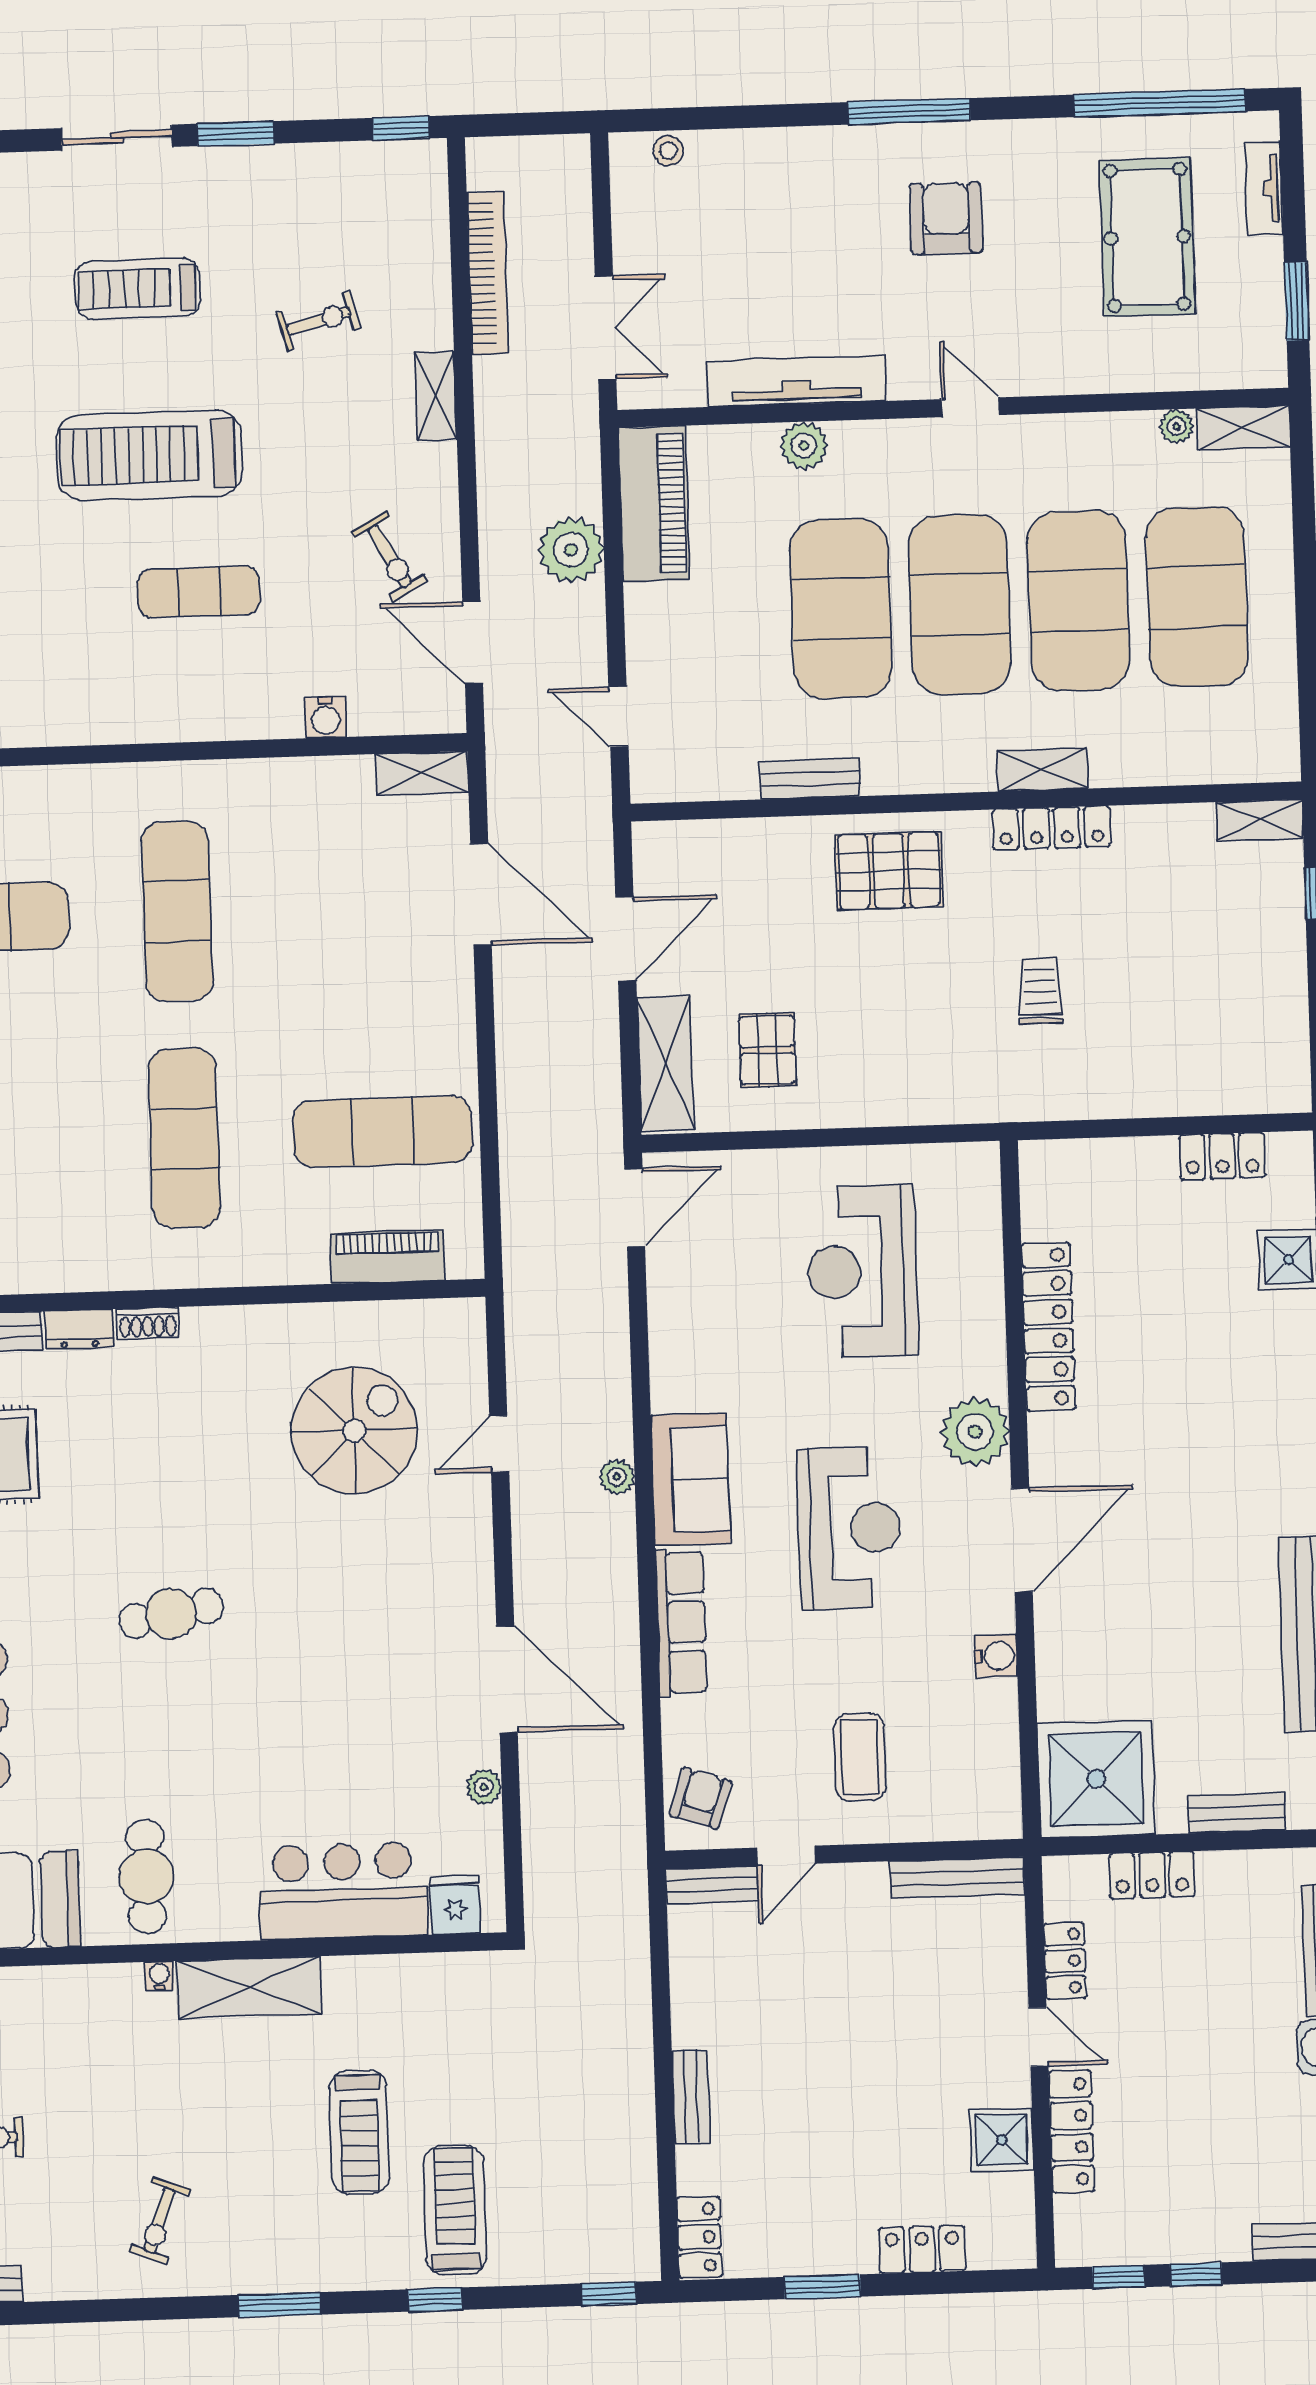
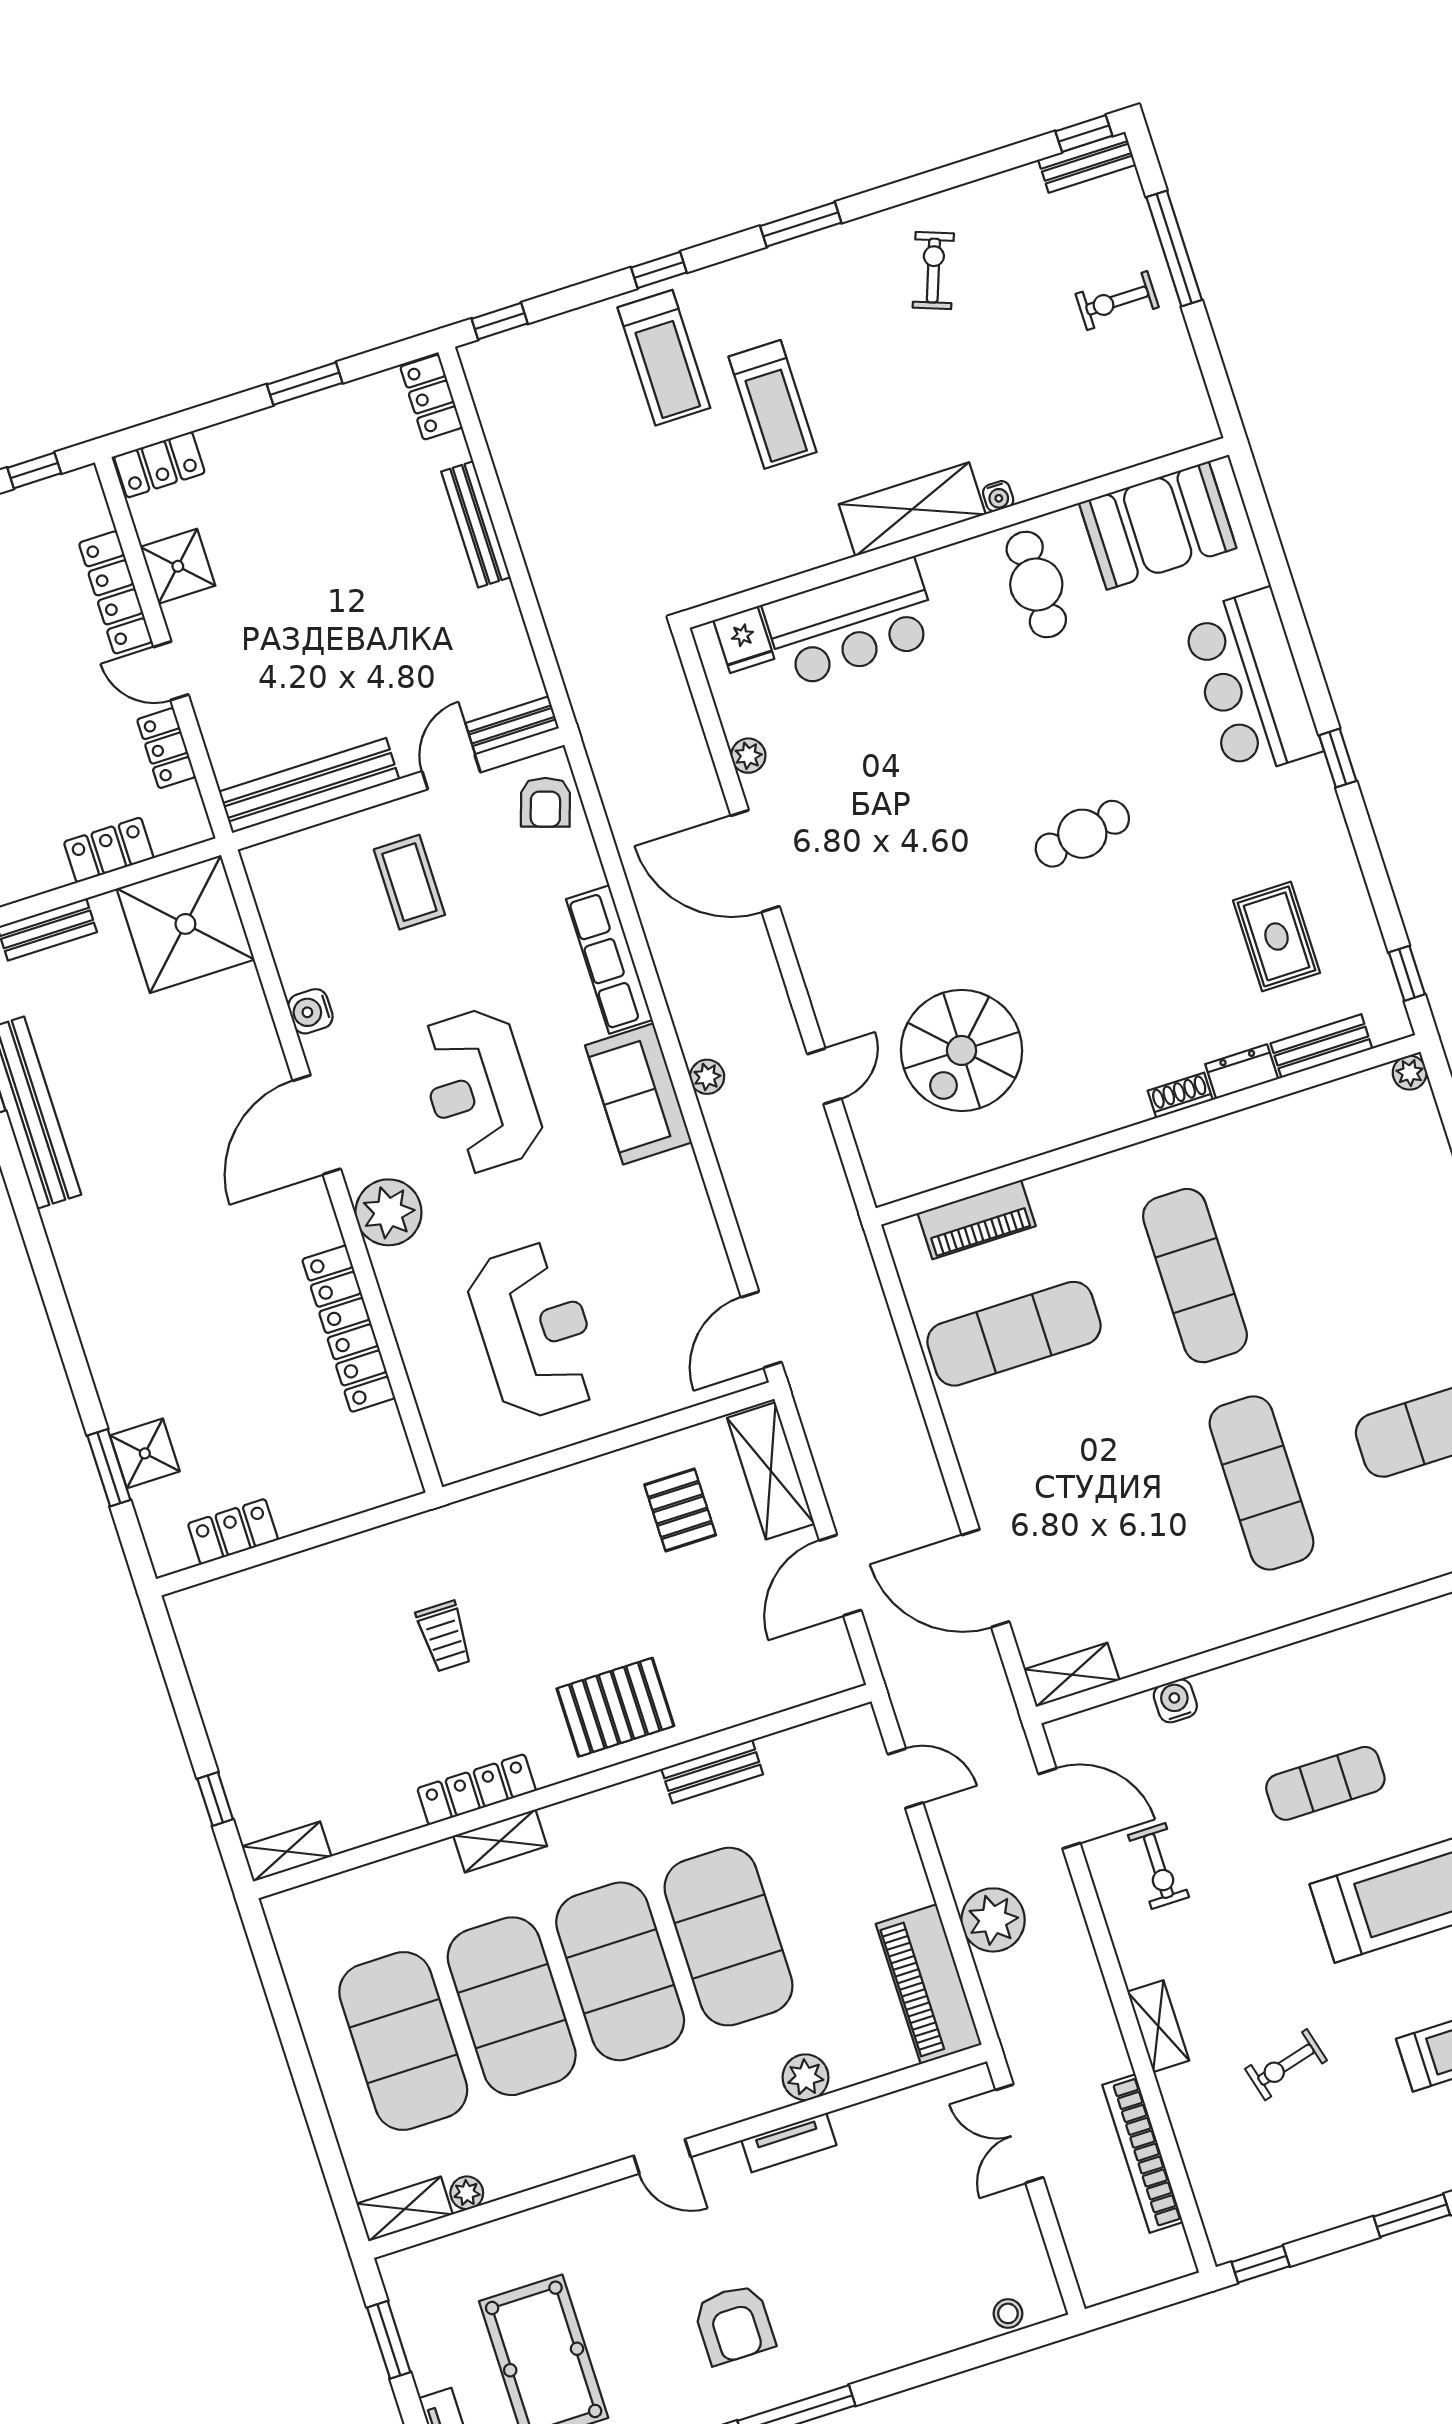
tv unit: (796, 381) -> (789, 2143), width x0.52, depth x0.78
exercise bike: (390, 556) -> (1158, 1866), turned -151
bench: (957, 1878) -> (309, 786), width x1.37, depth x1.21
bench: (691, 2097) -> (476, 524), width x1.36
treadmill: (359, 2132) -> (773, 404), turned 180
locker: (922, 2249) -> (159, 465), moved

